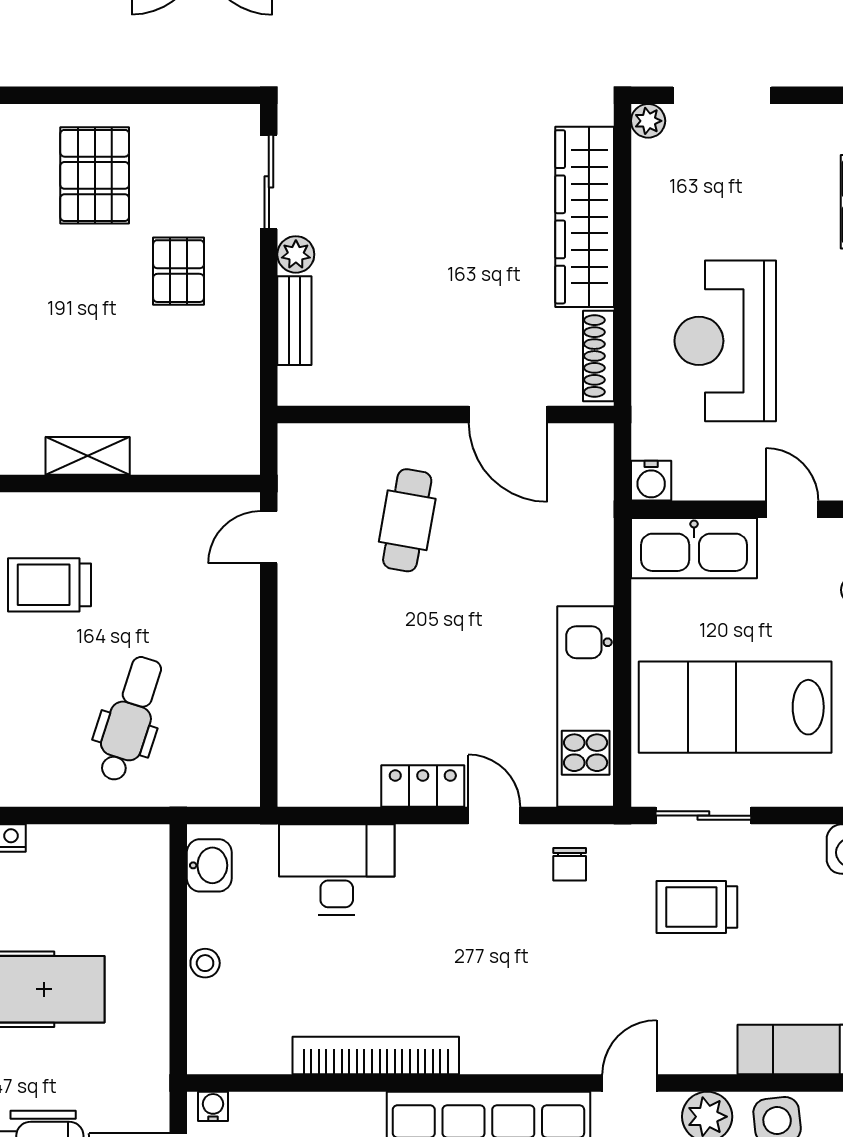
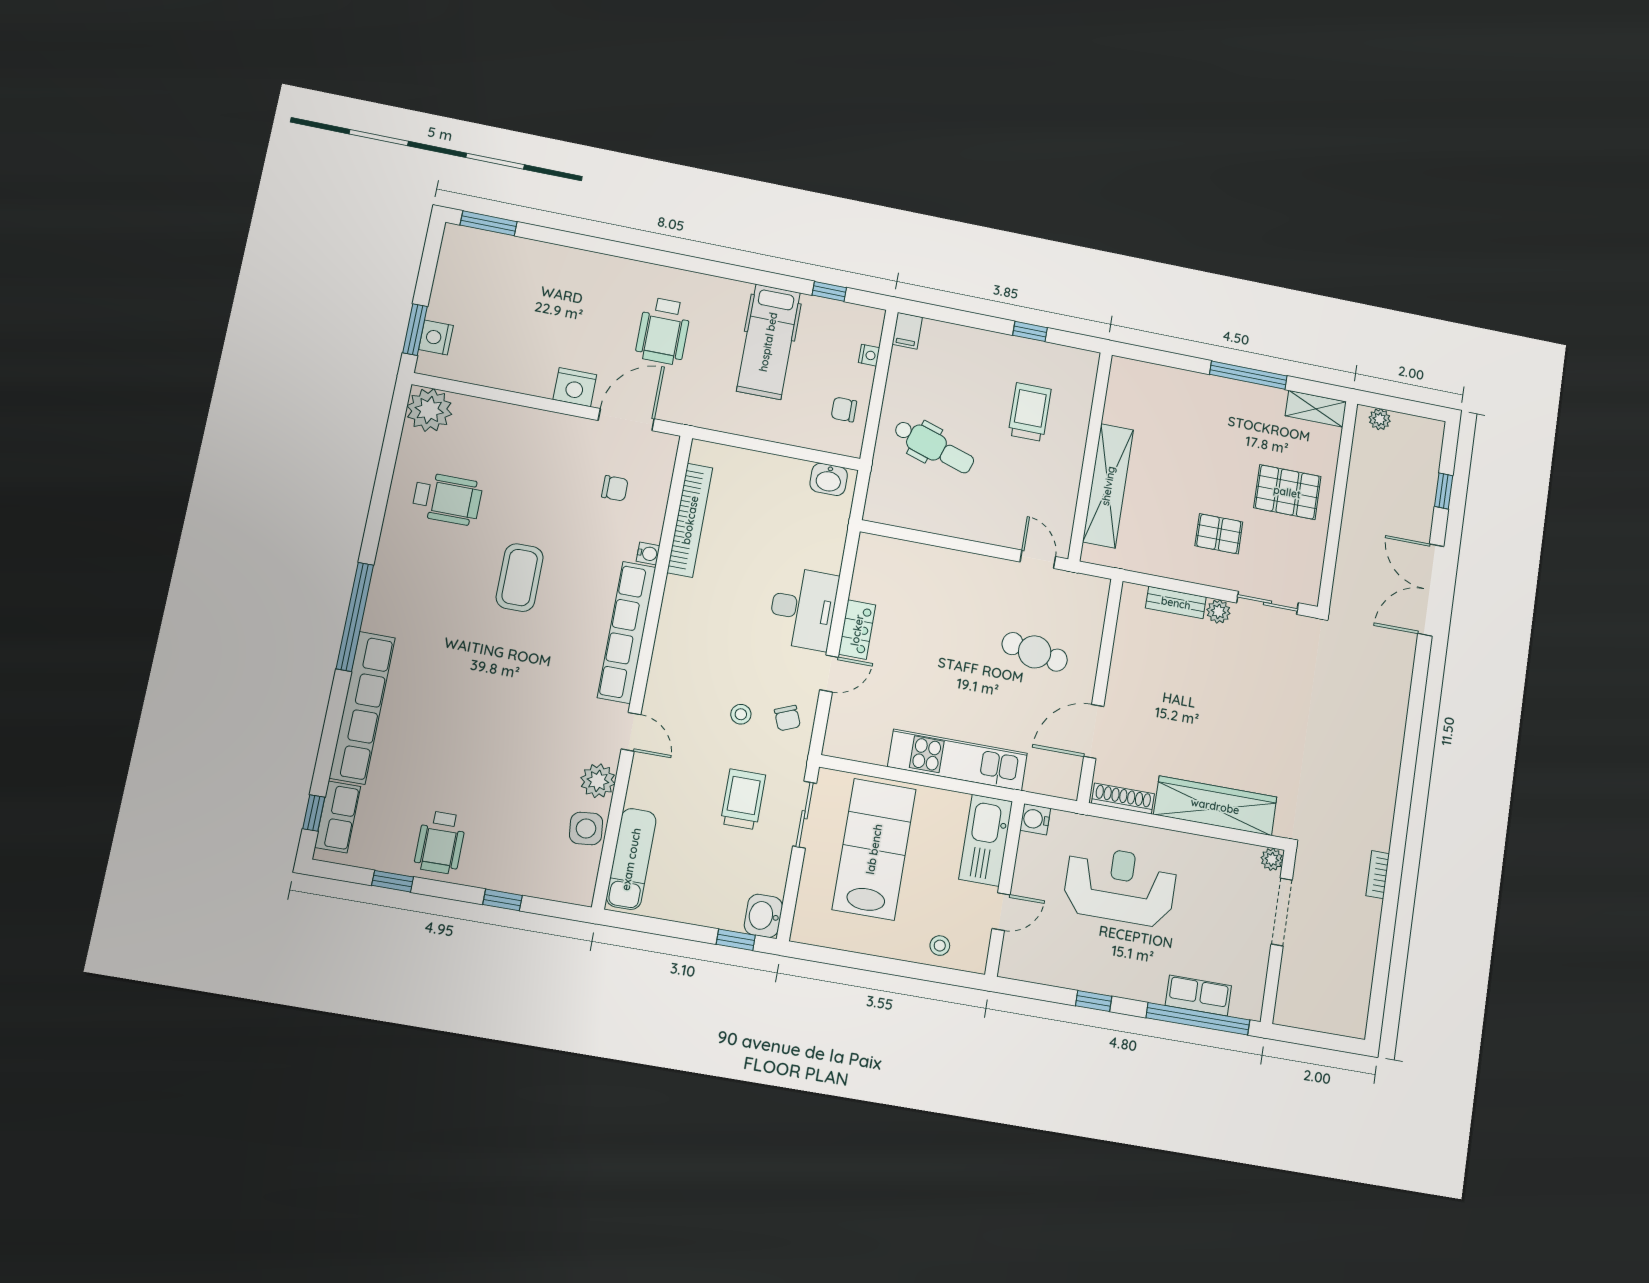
shelving: (88, 456) -> (1108, 486), width x2.20, depth x1.33
kitchen unit: (586, 706) -> (958, 760), moved
chair: (100, 861) -> (844, 410), added
chair: (570, 864) -> (787, 718), turned -112
desk: (337, 869) -> (803, 608), moved
stool: (205, 963) -> (741, 714), moved
bookcase: (376, 1055) -> (690, 520), moved
water cooler: (213, 1106) -> (648, 554), moved

